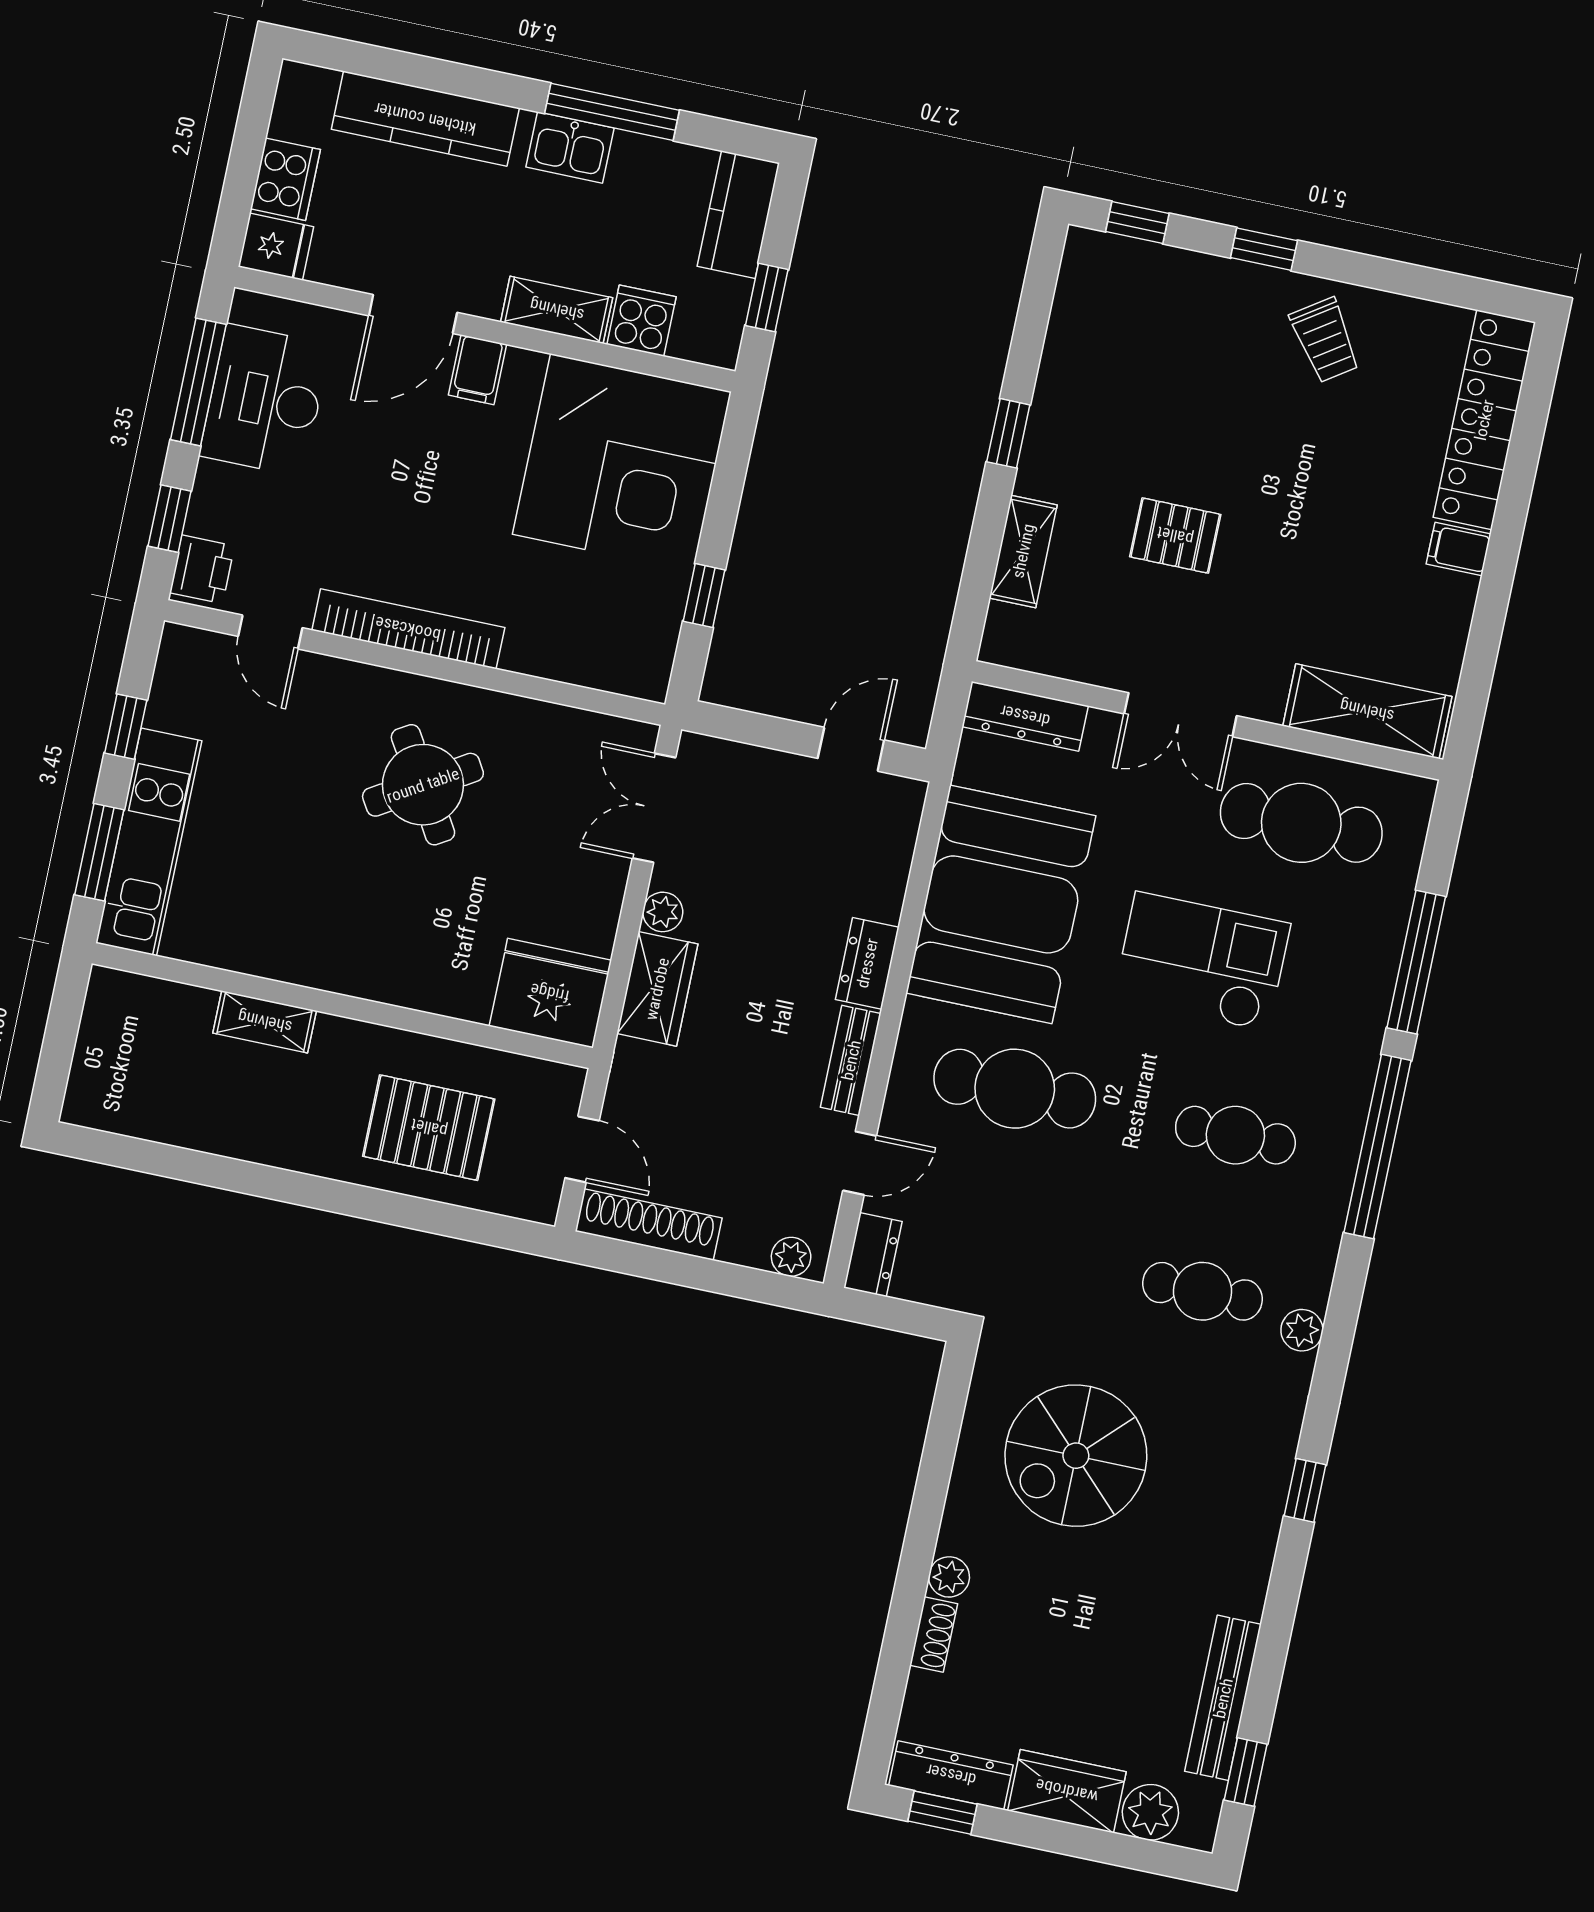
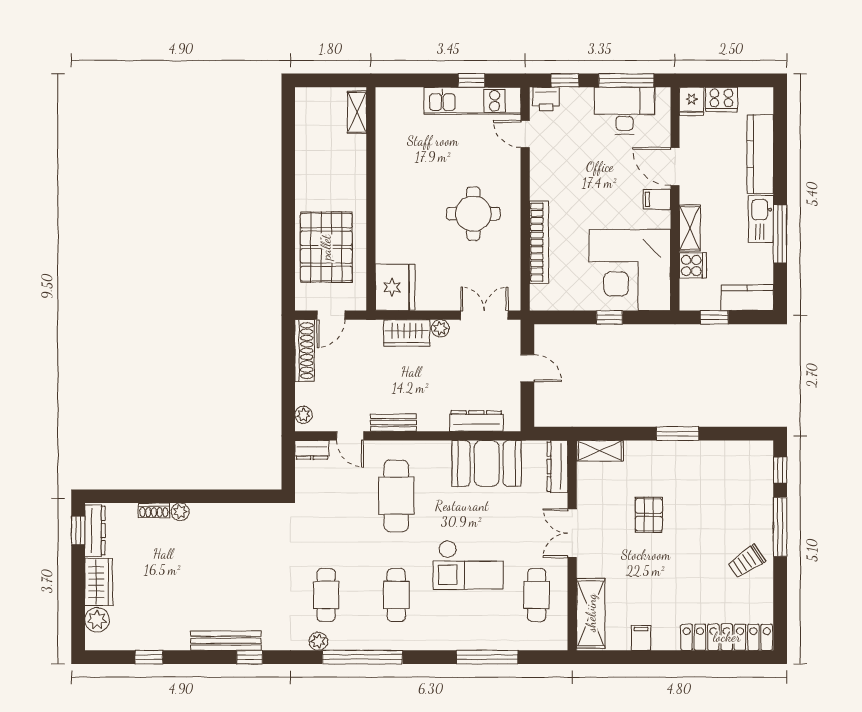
kitchen sink: (570, 147) -> (761, 219), width x1.38
window: (1264, 249) -> (780, 527), width x2.17
window: (1008, 433) -> (678, 434), width x1.50
filing cabinet: (1459, 549) -> (641, 638), moved
shelving: (1023, 551) -> (600, 451), moved
window: (704, 596) -> (610, 317), moved
bookcase: (408, 629) -> (539, 242), moved
door: (270, 632) -> (525, 134), hinge flipped
door: (851, 749) -> (527, 368), moved
round table: (423, 785) -> (473, 214), turned 31
cafe table: (1301, 823) -> (537, 595), width x0.73, depth x0.74
kitchen unit: (149, 842) -> (472, 101), moved
window: (99, 852) -> (415, 80), removed
booth: (1001, 904) -> (487, 463), width x0.73, depth x0.70
checkout: (1202, 962) -> (468, 565), turned 90
dresser: (867, 963) -> (476, 421), moved, width x1.44
shelving: (265, 1022) -> (357, 112), moved
pallet: (429, 1128) -> (326, 247), width x1.37, depth x1.41
window: (1377, 1147) -> (362, 657), moved
spiral stairs: (1076, 1456) -> (244, 555), removed
bench: (1223, 1698) -> (226, 641), moved
window: (1246, 1772) -> (149, 657), moved

